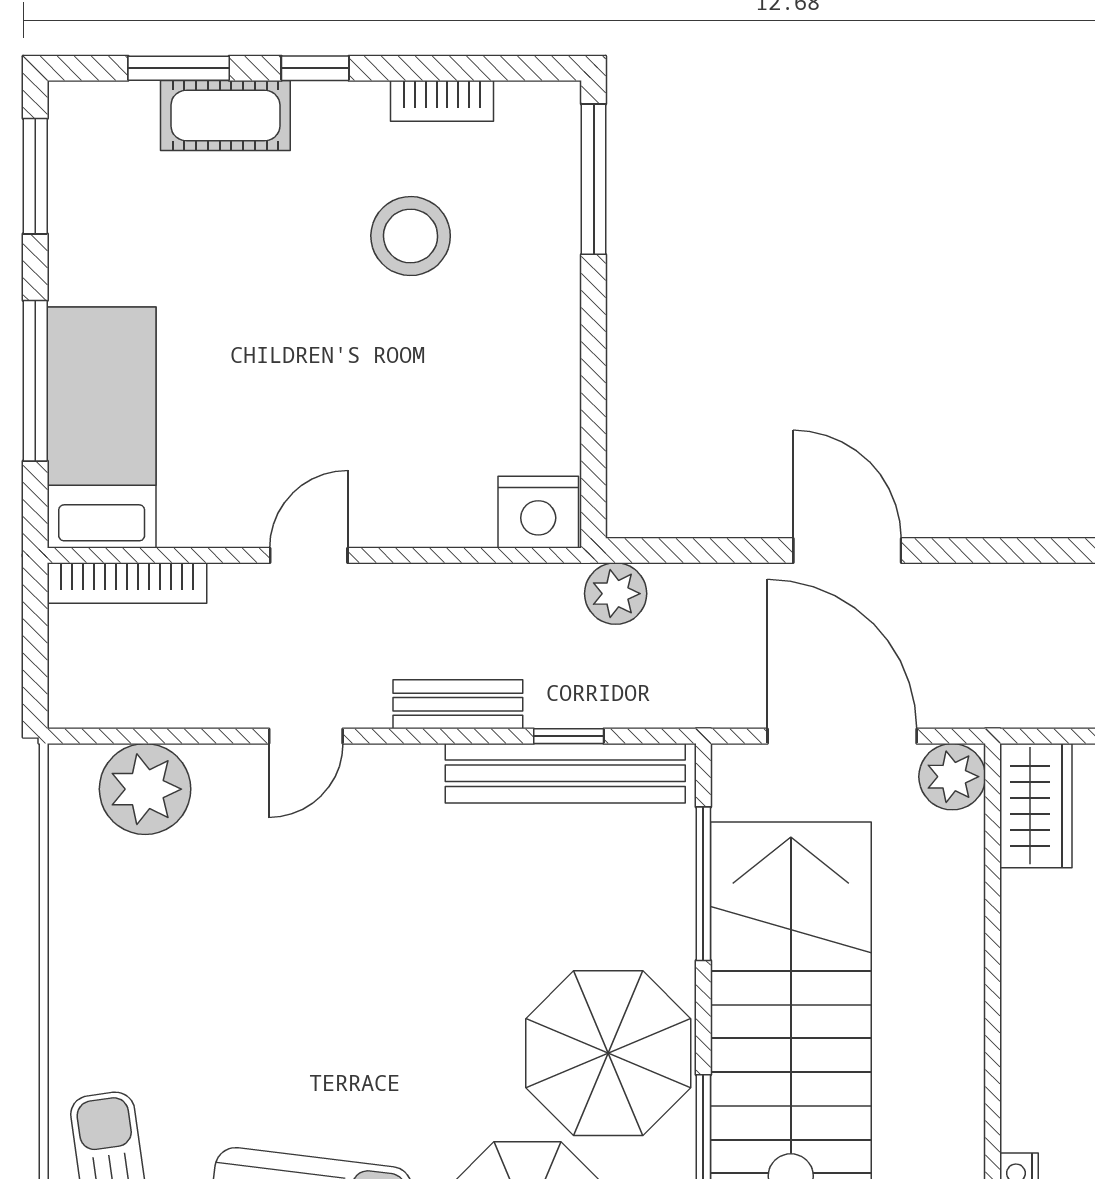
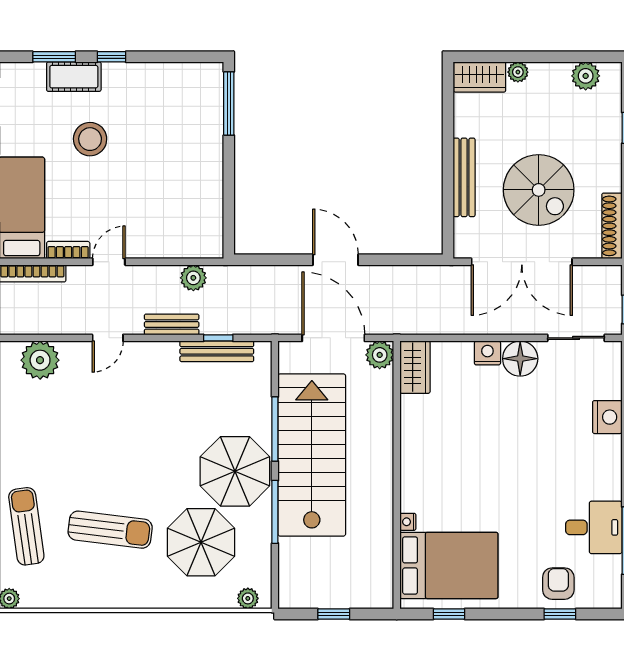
bookcase: (442, 101) -> (68, 250), moved, turned 180
stool: (411, 236) -> (90, 139), moved
nightstand: (538, 512) -> (205, 244), removed
plant: (616, 594) -> (193, 278), moved
bench: (565, 773) -> (217, 351), width x0.73, depth x0.82
window: (703, 884) -> (275, 429), moved

